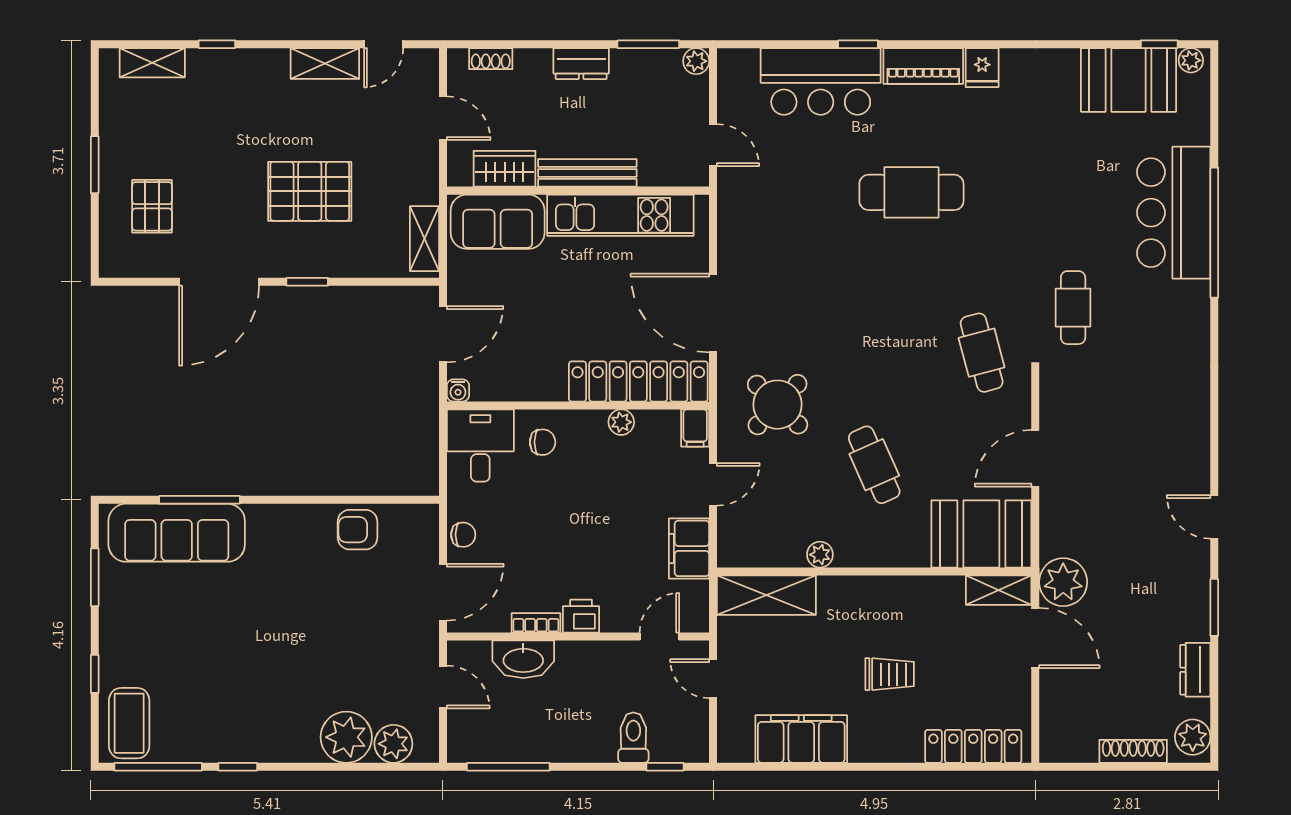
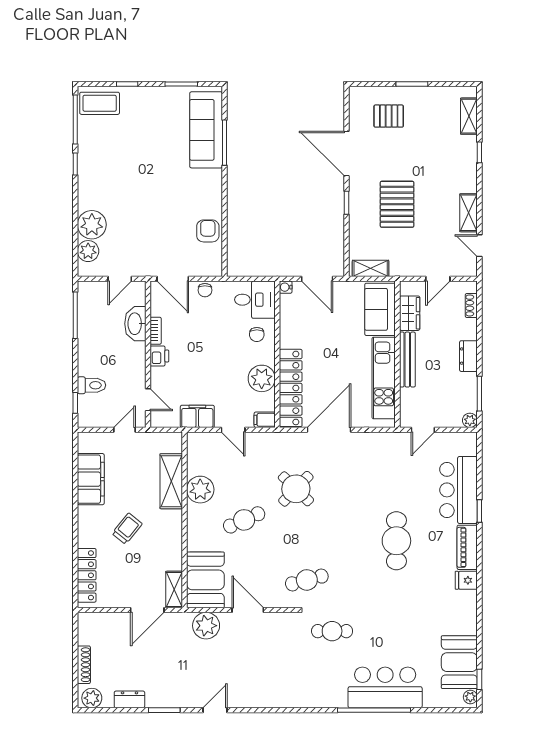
round table: (778, 405) -> (296, 489), moved
plant: (621, 422) -> (262, 378), width x1.88, depth x1.88
plant: (820, 555) -> (200, 490), width x1.87, depth x1.87
plant: (1063, 582) -> (206, 626), moved
shelving: (766, 595) -> (171, 481), moved
trolley: (890, 674) -> (127, 529), turned -141

